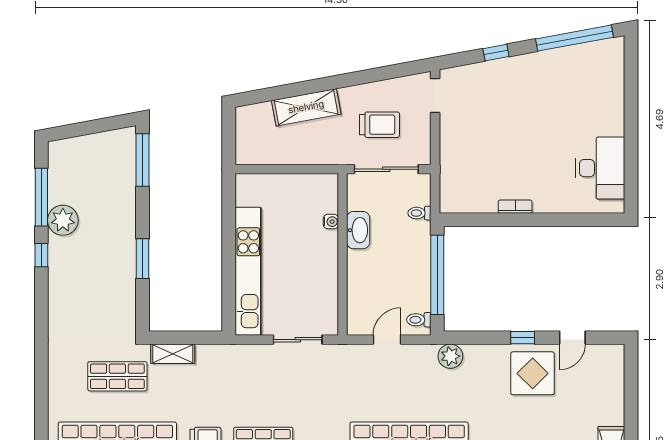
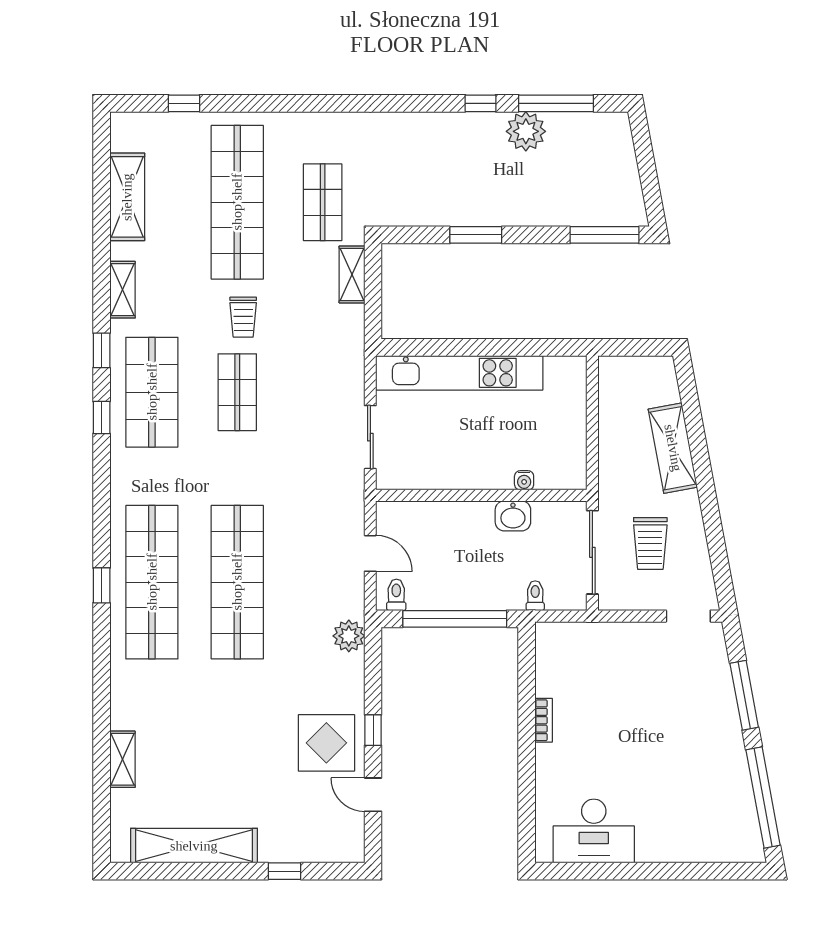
window: (496, 53) -> (744, 695), width x2.17
washbasin: (358, 230) -> (513, 516), width x0.72
window: (631, 406) -> (285, 871), added

